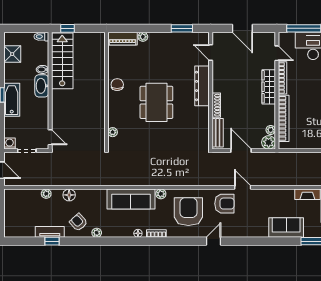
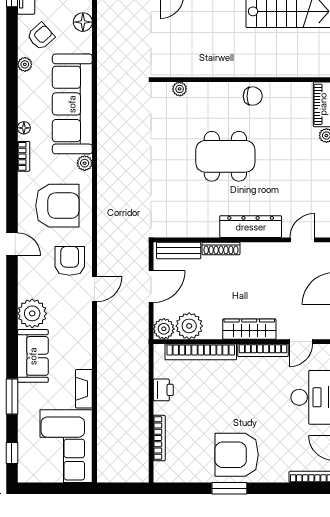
plant: (271, 130) -> (189, 326), width x1.88, depth x1.88
printer: (308, 143) -> (163, 390), added
sofa: (131, 199) -> (72, 104), width x1.36, depth x1.27
armchair: (224, 204) -> (70, 261), turned 180
plant: (259, 228) -> (32, 313), added

